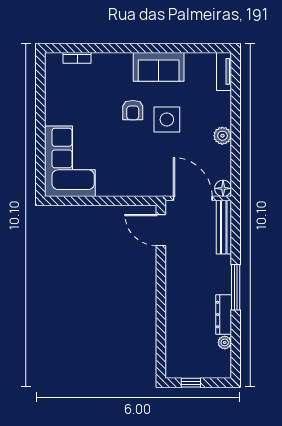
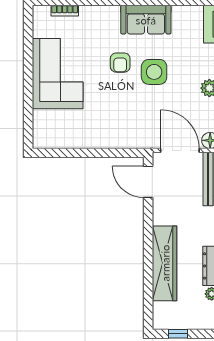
corner sofa: (70, 161) -> (58, 74), moved
wardrobe: (177, 312) -> (165, 263), added

